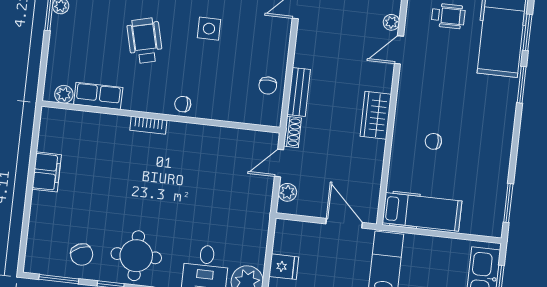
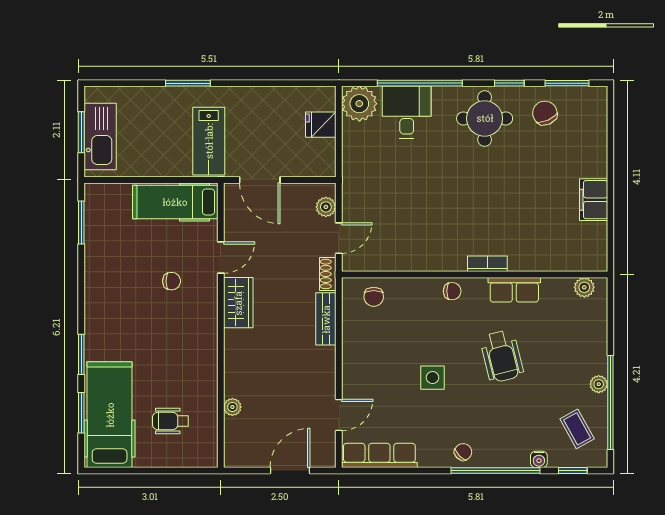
door: (399, 50) -> (221, 258), moved
chair: (268, 86) -> (374, 297), moved, turned 180
row of seats: (98, 96) -> (514, 290), moved

